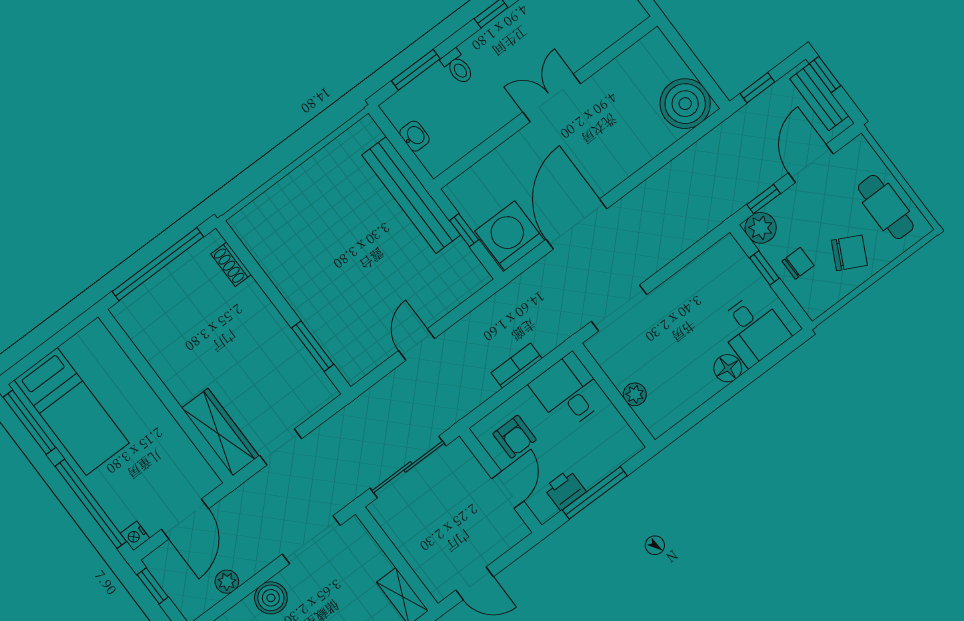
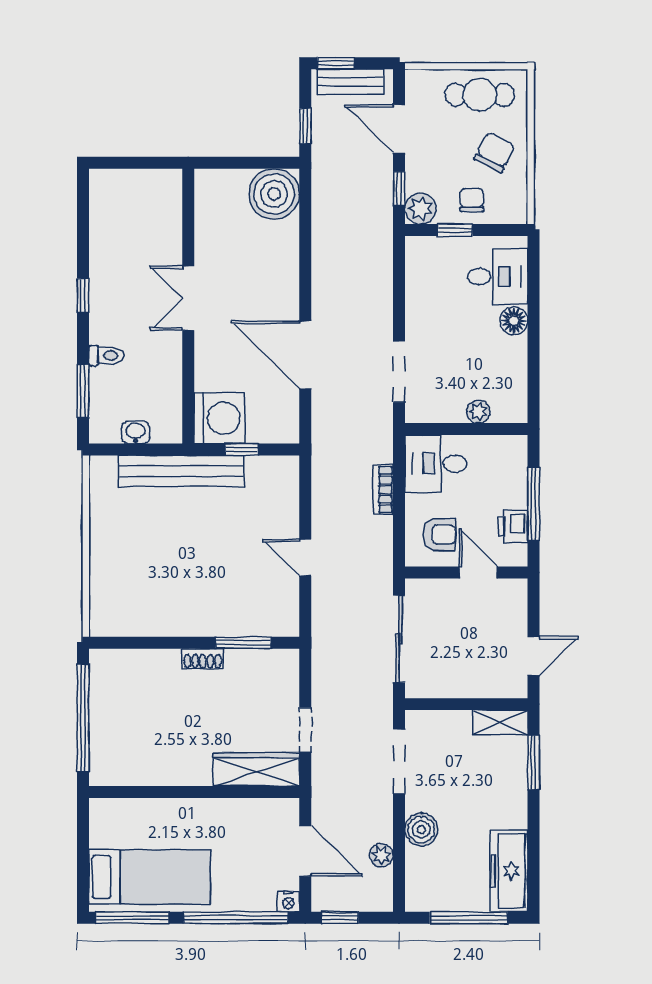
washing machine: (510, 236) -> (219, 418), moved, turned 180
shoe rack: (231, 264) -> (203, 659), moved

